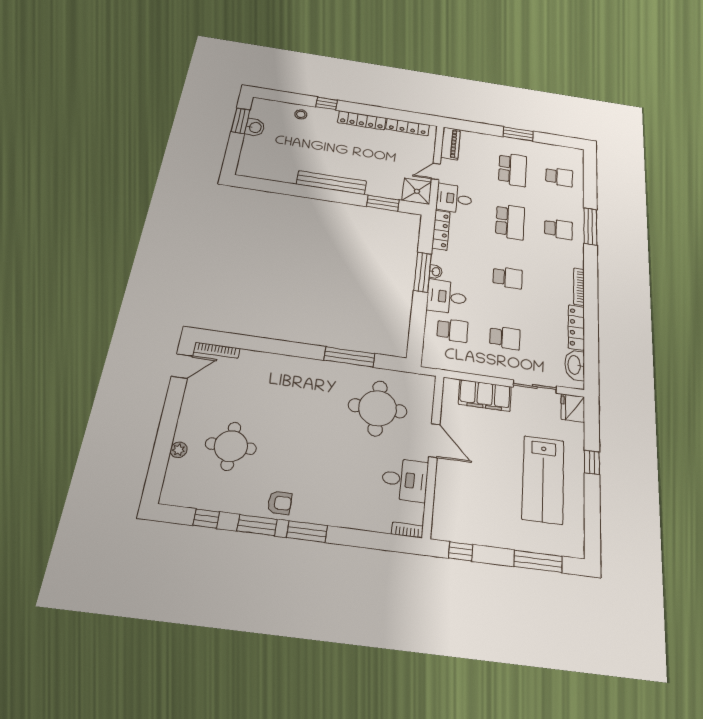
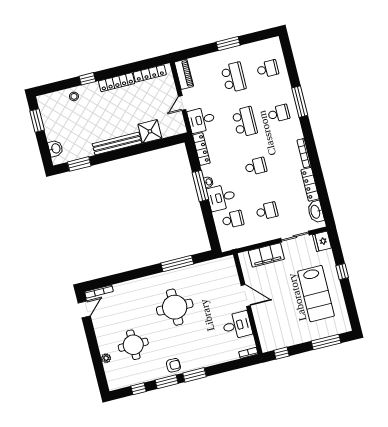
washbasin: (255, 127) -> (55, 148), moved
shower: (417, 191) -> (150, 131), moved
window: (383, 203) -> (79, 164), moved
round table: (378, 408) -> (175, 307), moved

